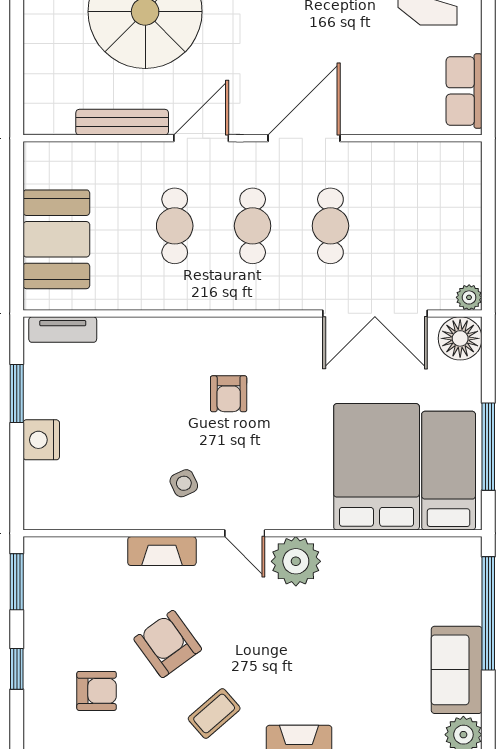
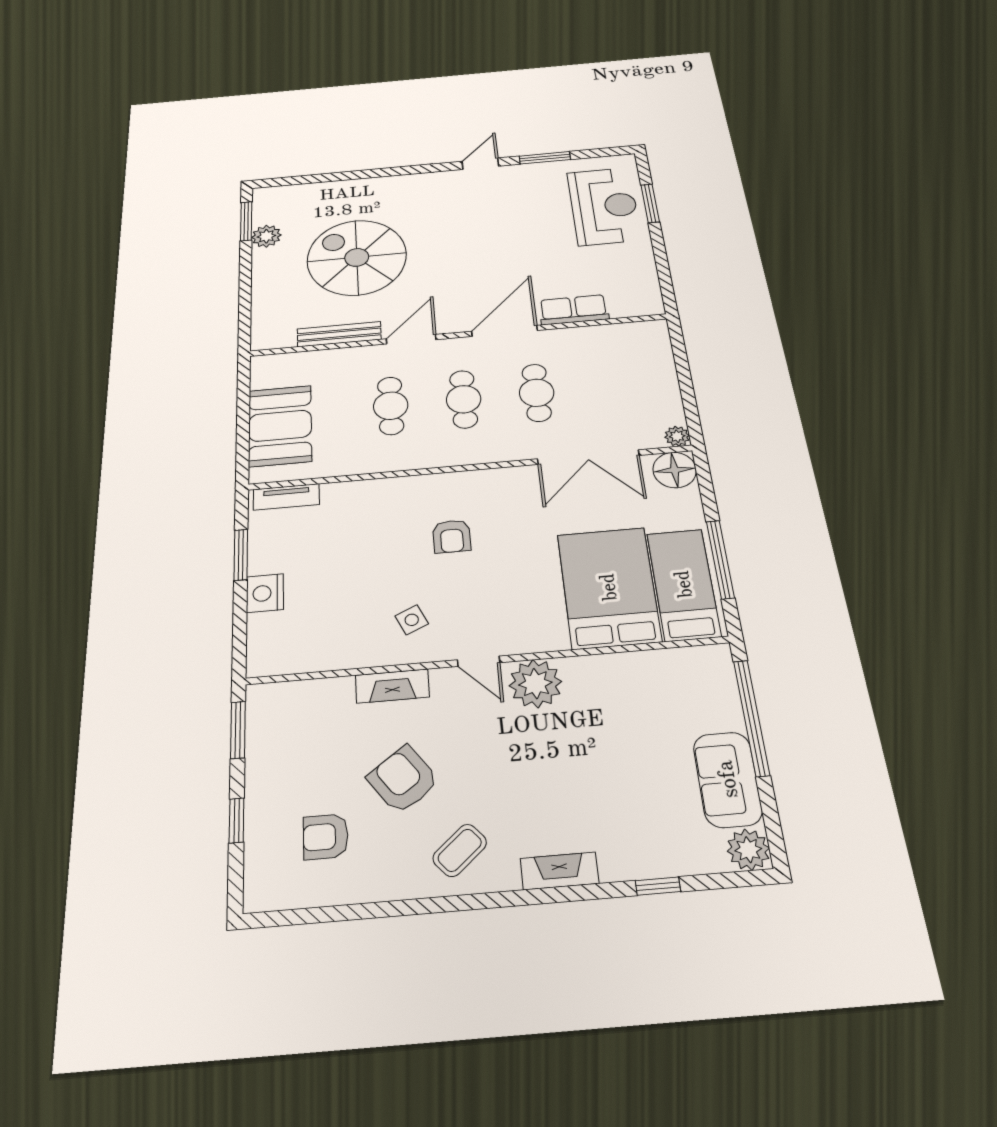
row of seats: (464, 91) -> (574, 310), moved, turned 90
armchair: (97, 691) -> (326, 837), turned 180

